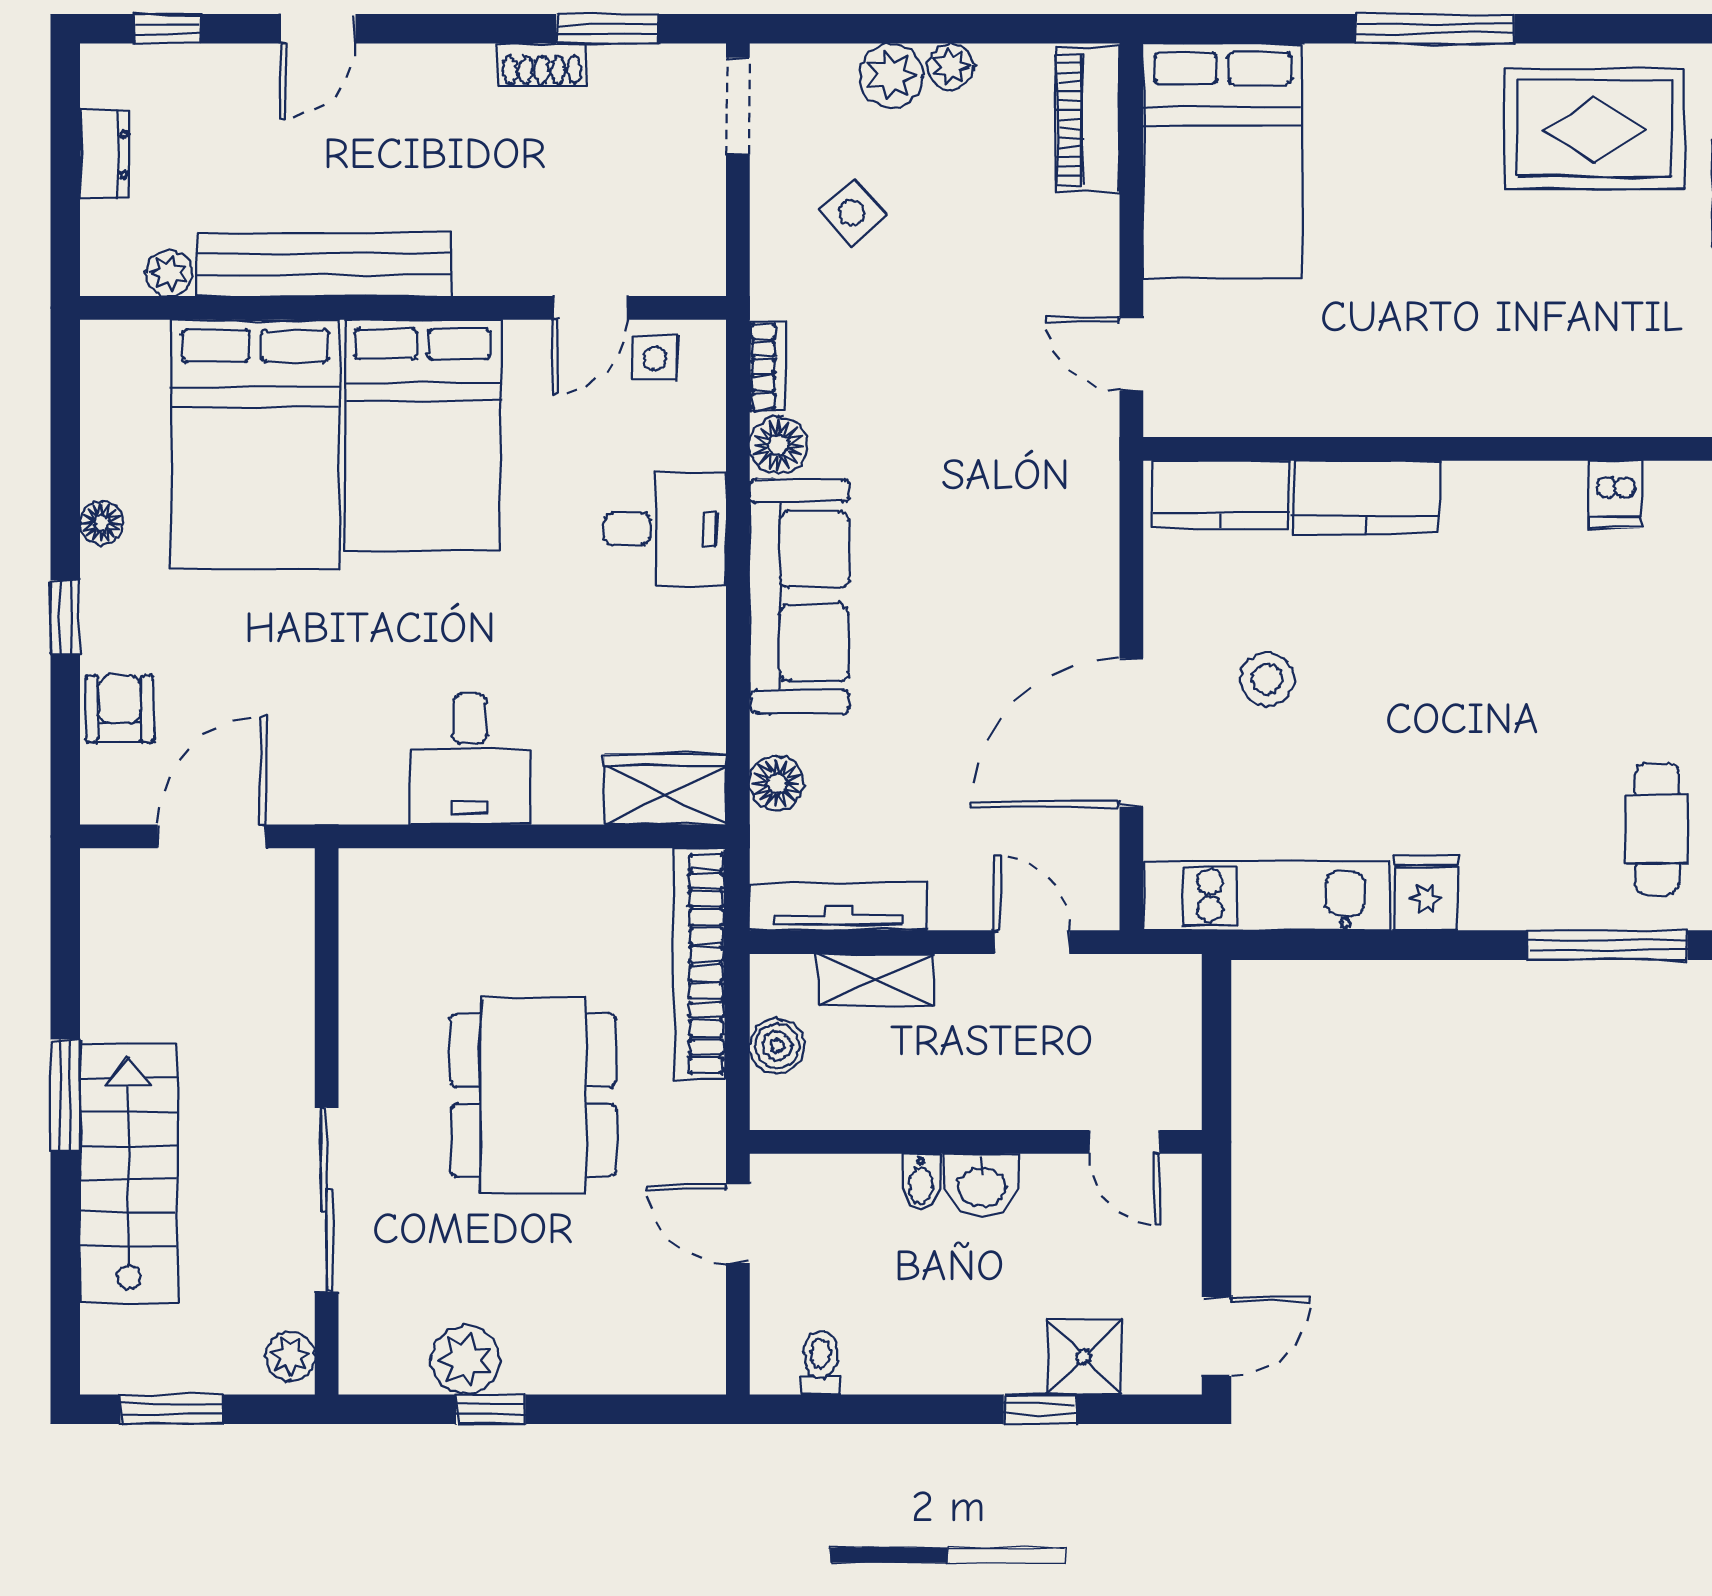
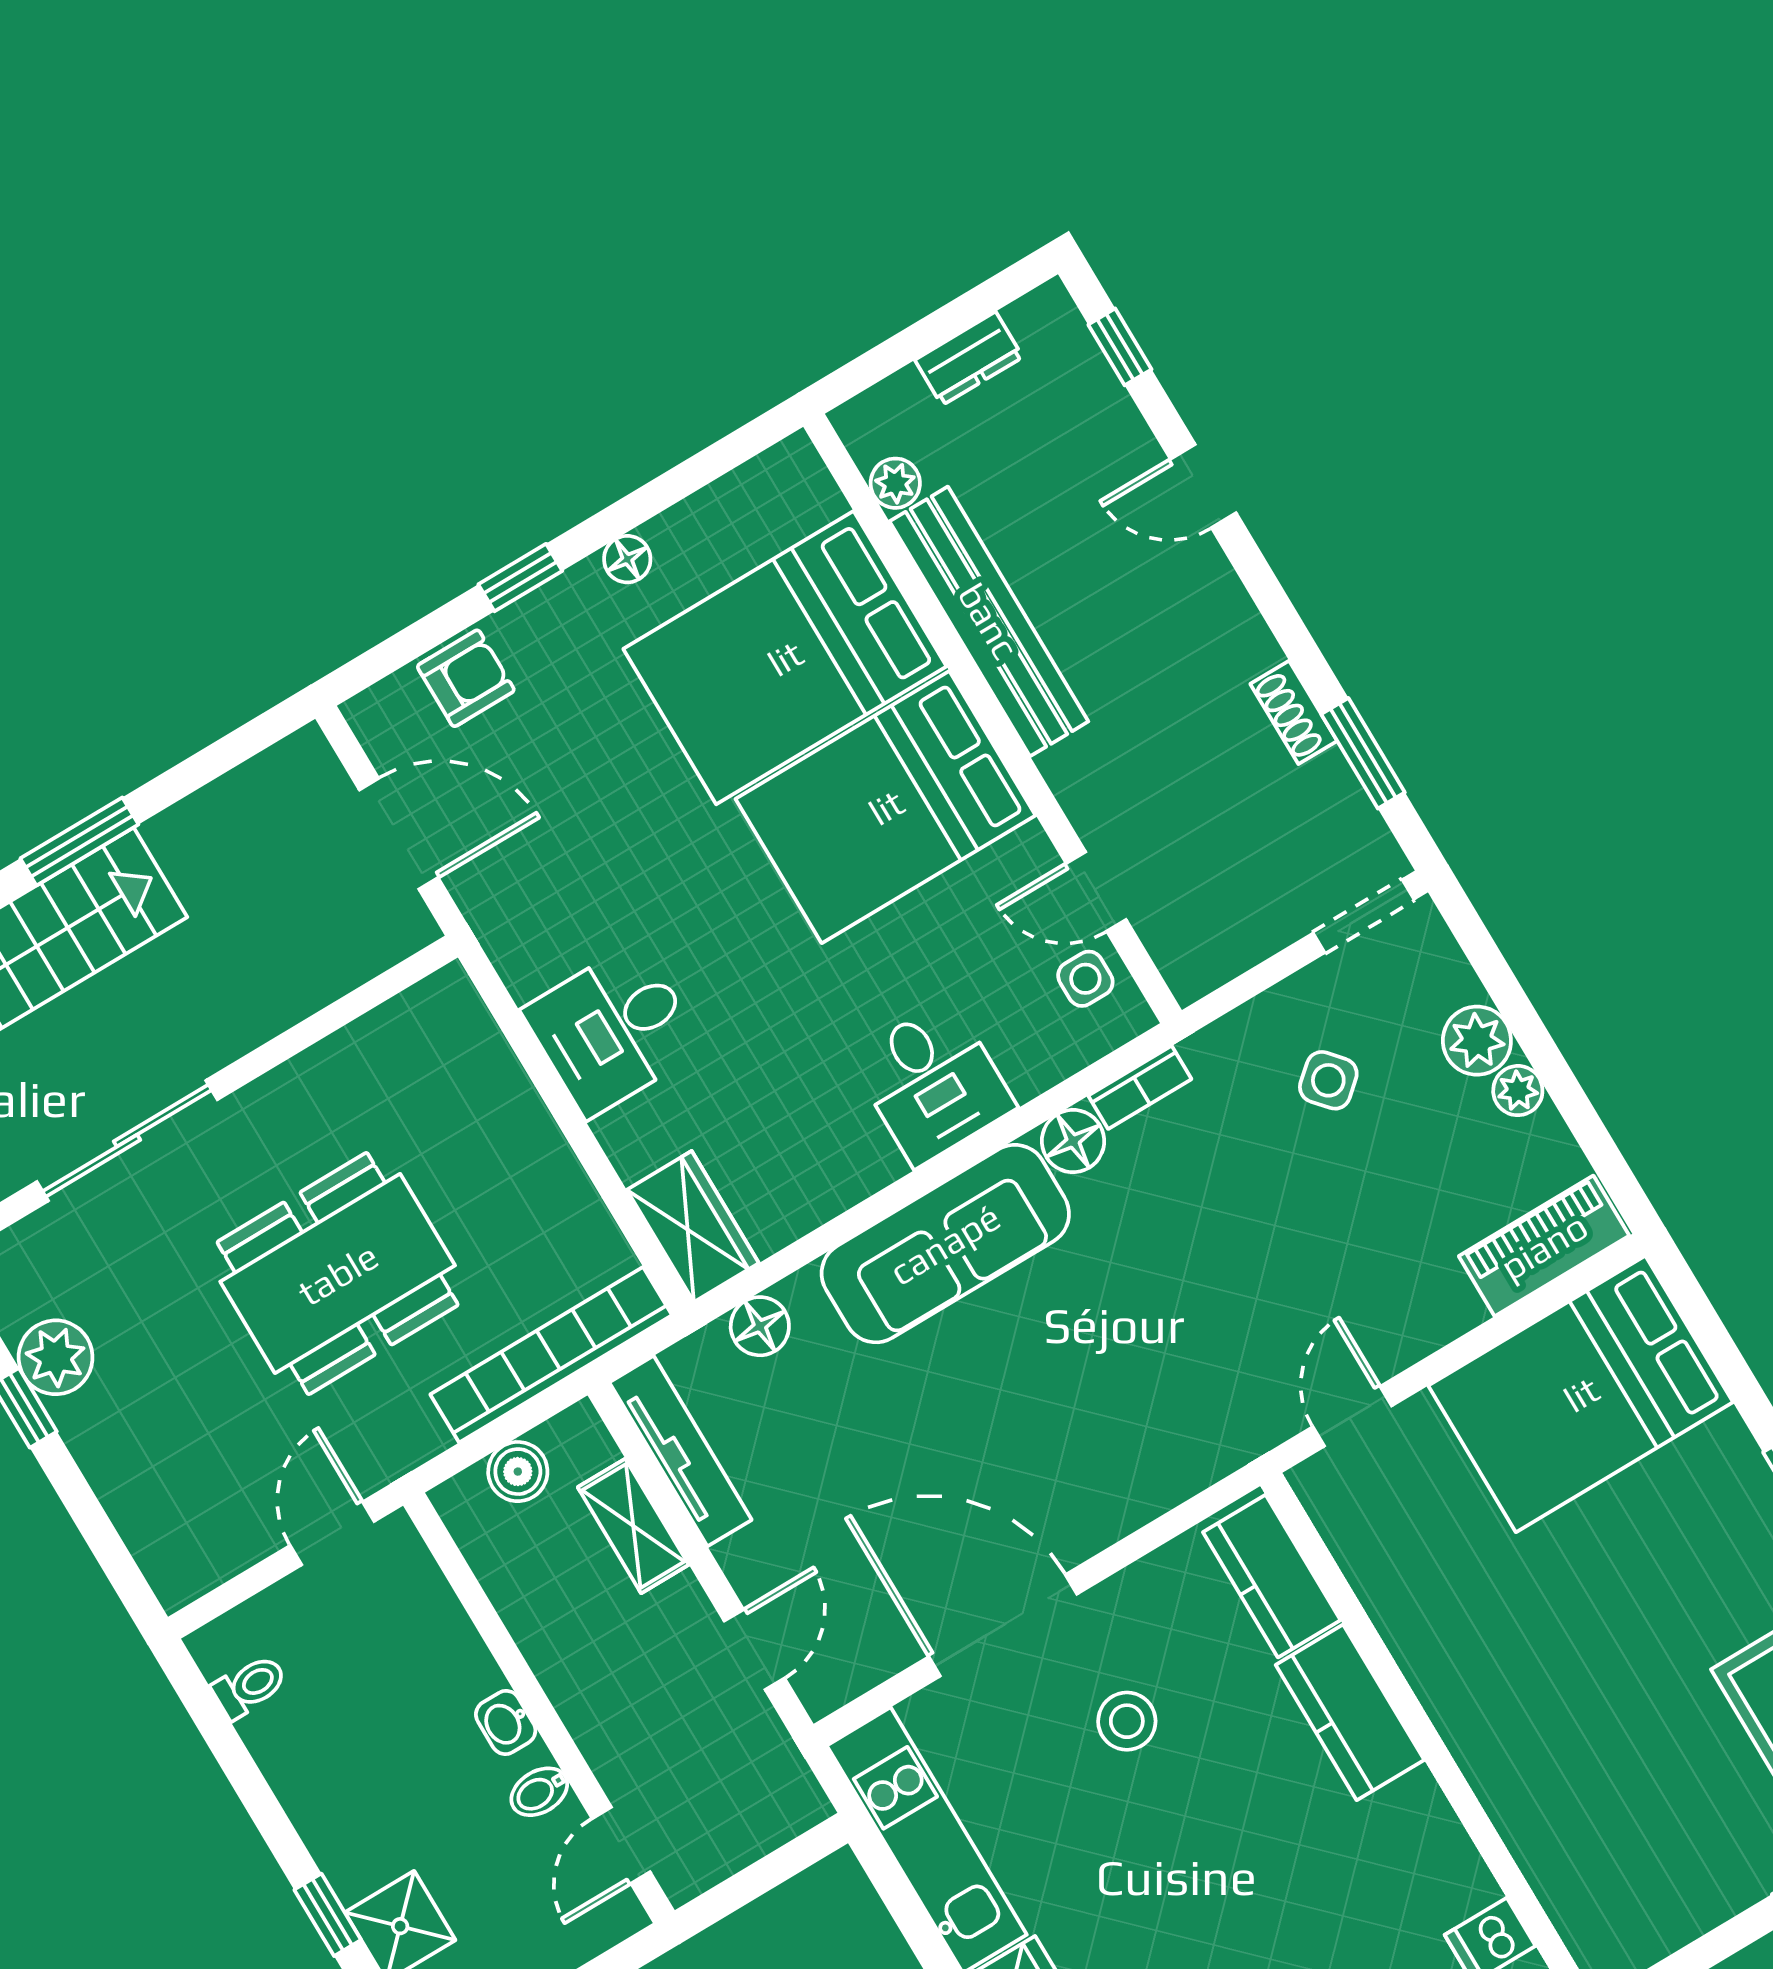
bidet: (921, 1182) -> (539, 1792), moved
washbasin: (982, 1185) -> (506, 1722), width x0.72, depth x0.69

